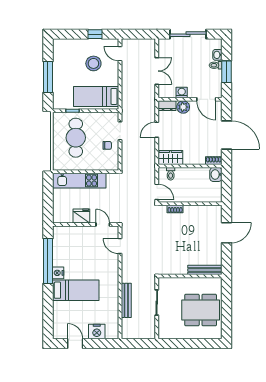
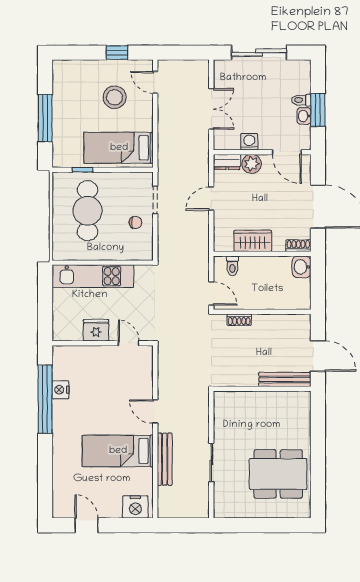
washbasin: (217, 55) -> (304, 116), moved
wardrobe: (170, 157) -> (253, 241), moved
door: (227, 233) -> (318, 356), hinge flipped
door: (120, 246) -> (155, 412), moved
bench: (205, 270) -> (285, 379), moved
nightstand: (58, 273) -> (61, 390), moved
wall: (190, 276) -> (262, 389), moved
bed: (76, 290) -> (118, 451), moved, turned 180
nightstand: (97, 332) -> (135, 507), moved

